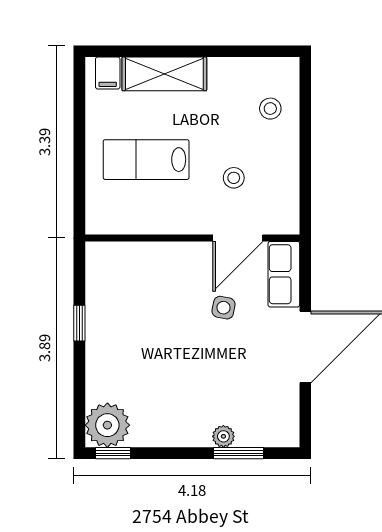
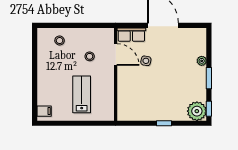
shelving: (164, 74) -> (45, 86), removed
lab bench: (146, 160) -> (82, 94), turned 180
window: (79, 323) -> (164, 123), moved
window: (239, 453) -> (209, 78), moved

